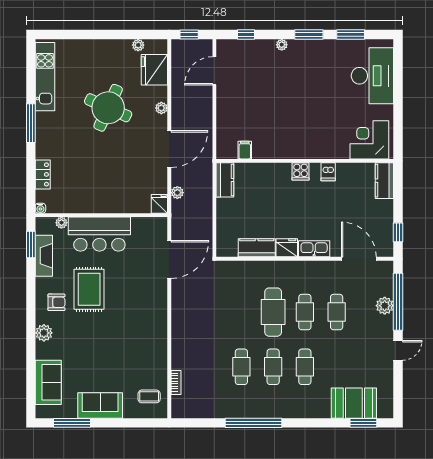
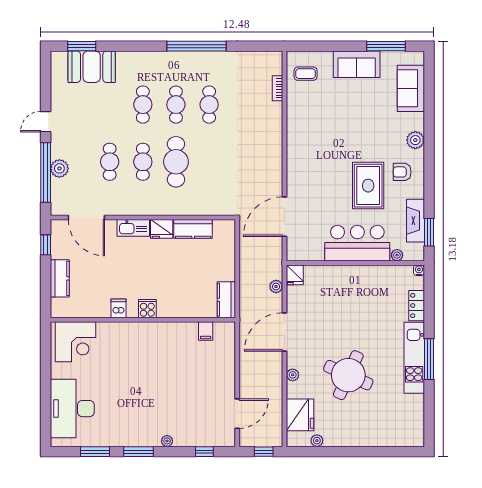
kitchen unit: (45, 77) -> (414, 358), moved
kitchen counter: (384, 181) -> (60, 278), moved

